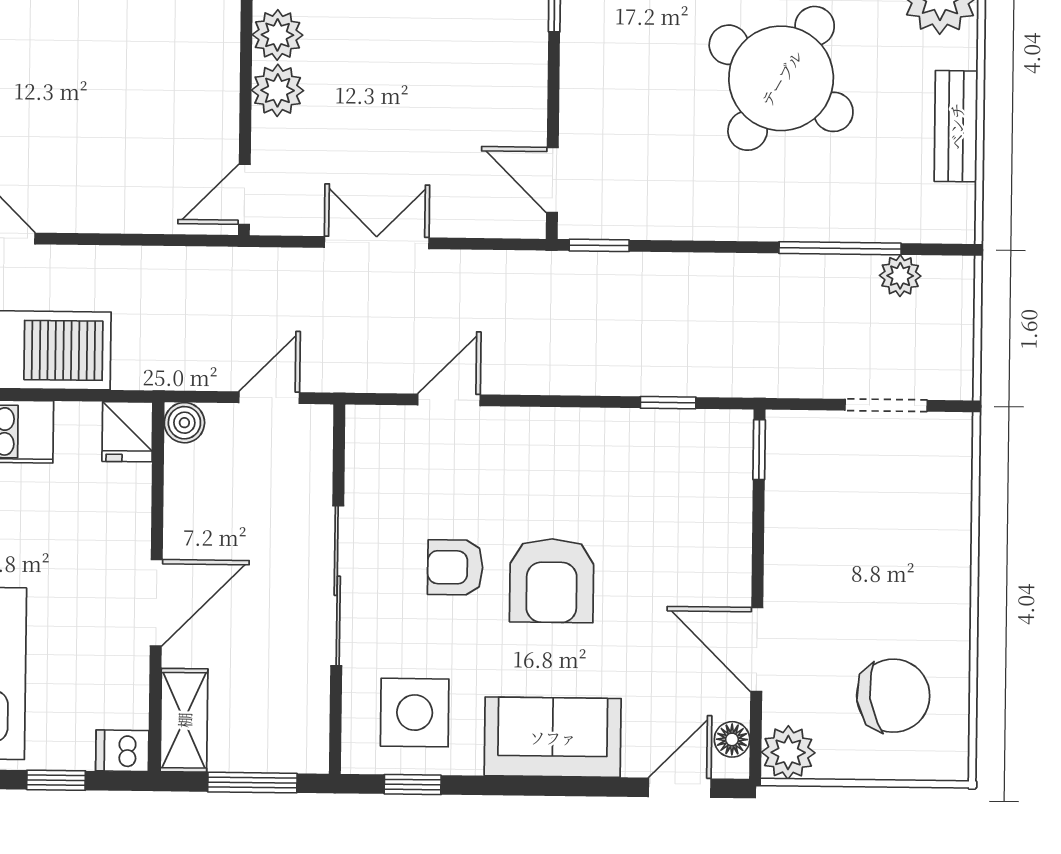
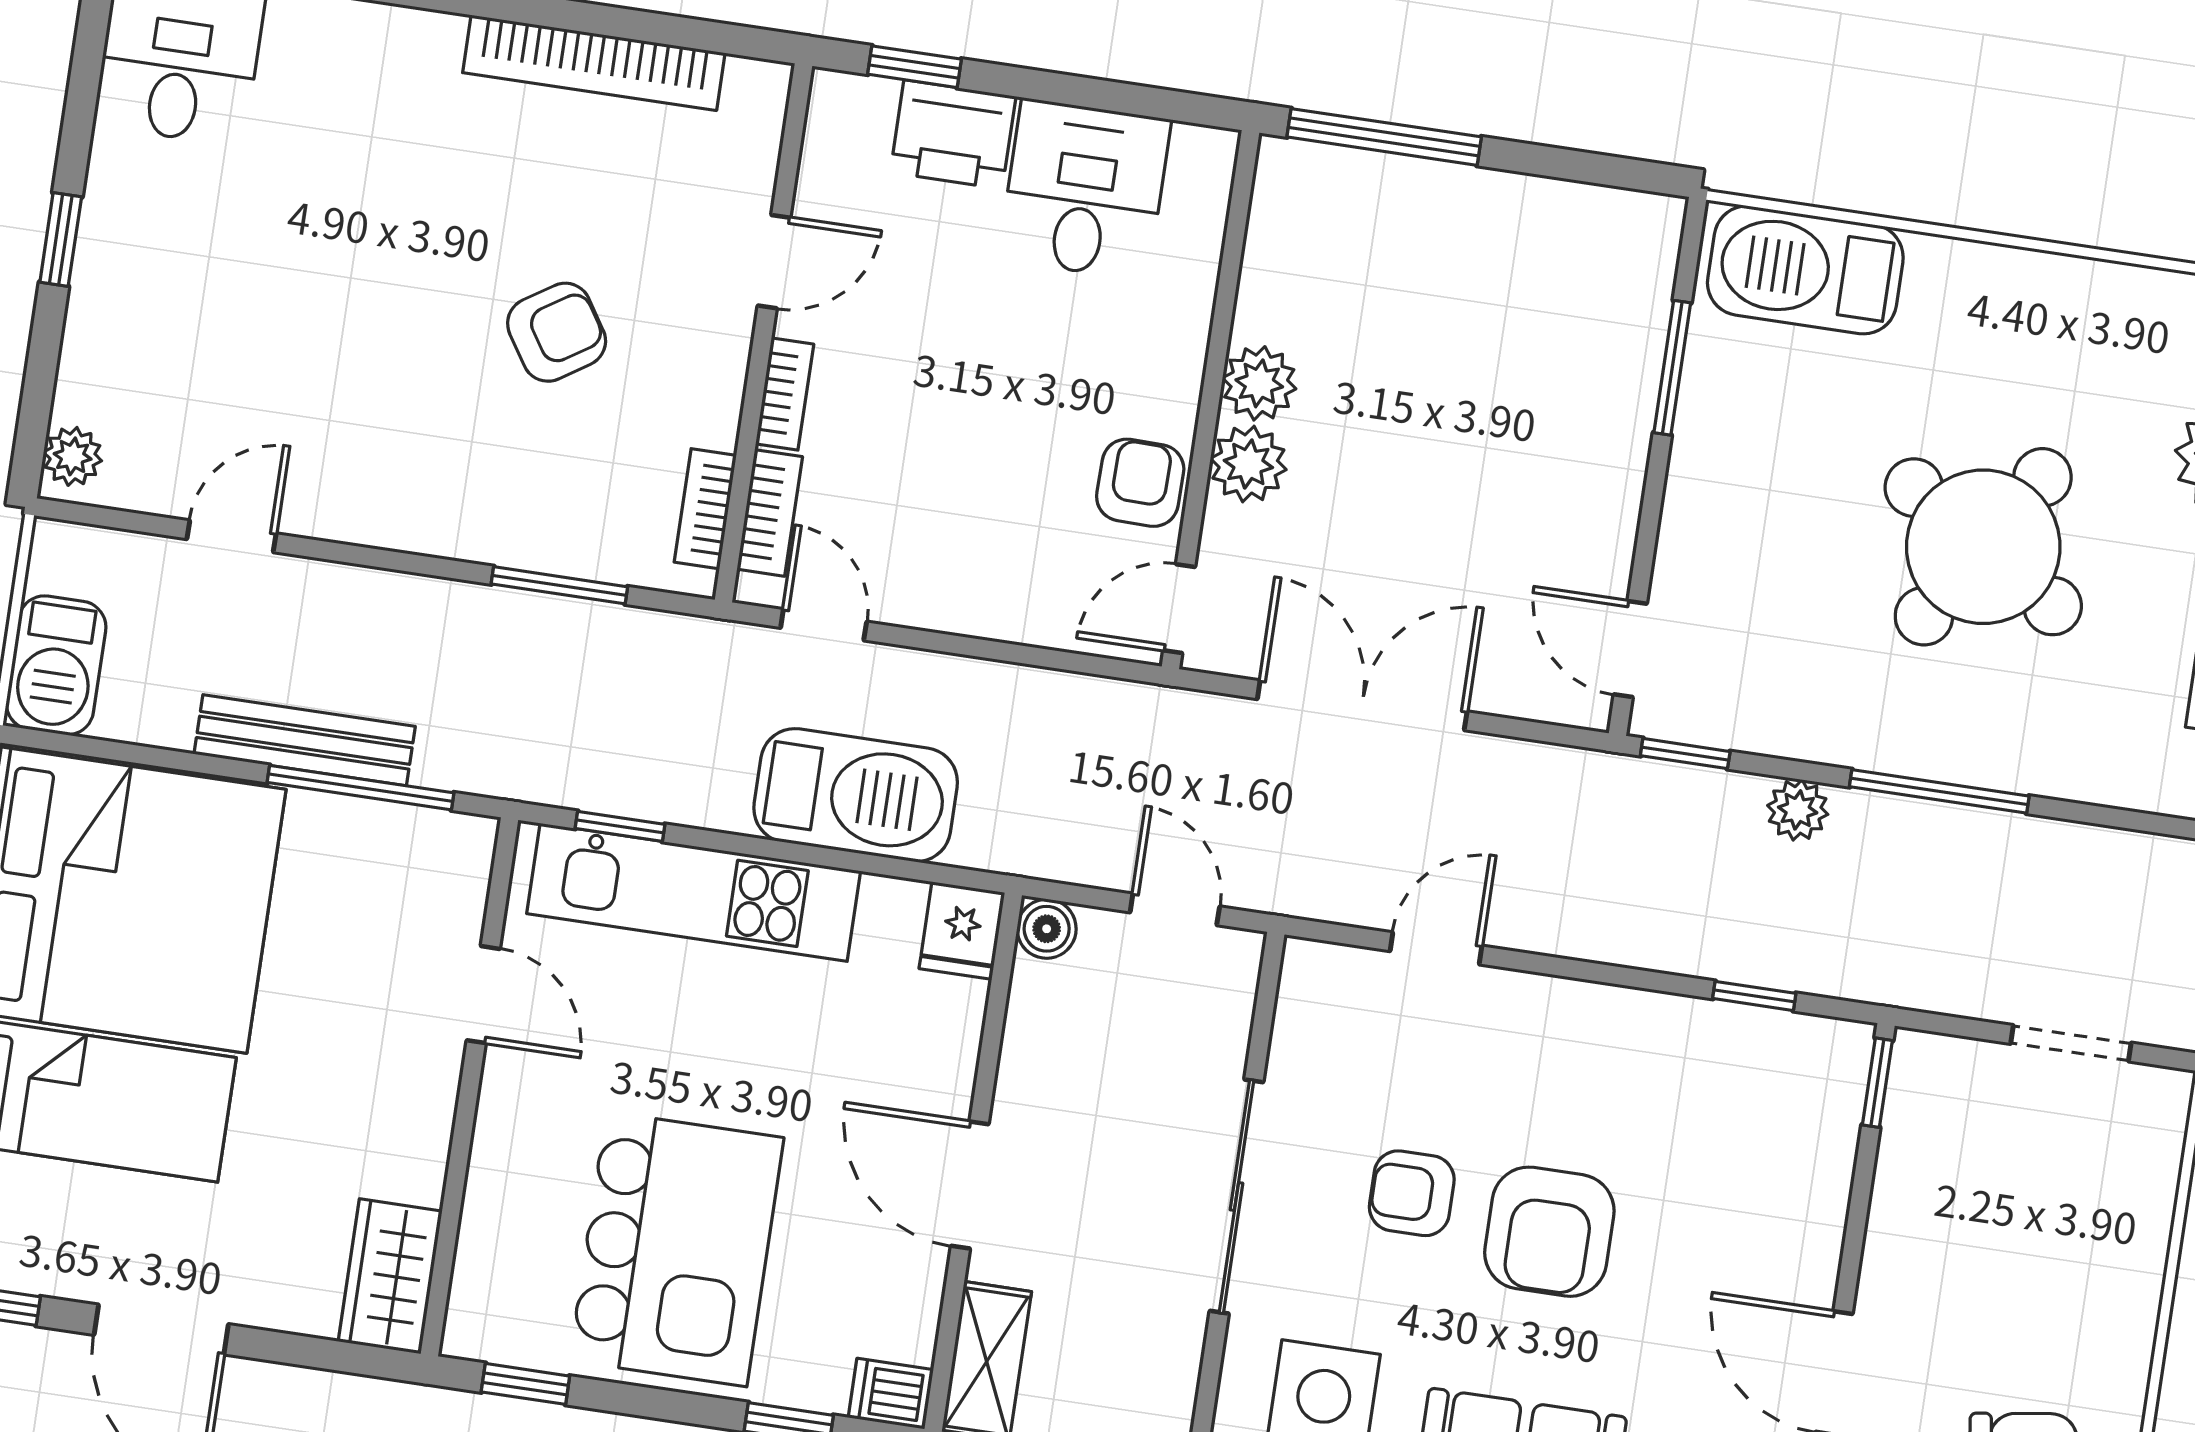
armchair: (206, 113) -> (1140, 483), added
double door: (377, 243) -> (1362, 705), width x1.37
window: (840, 248) -> (1939, 791), moved
plant: (900, 276) -> (1798, 810), moved
door: (269, 398) -> (1175, 909), hinge flipped
door: (156, 603) -> (970, 1185), swing flipped

